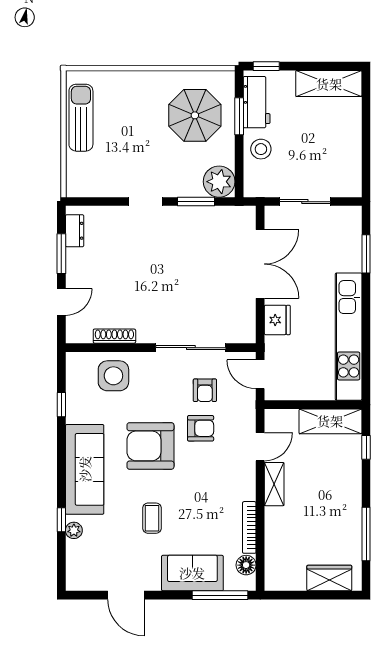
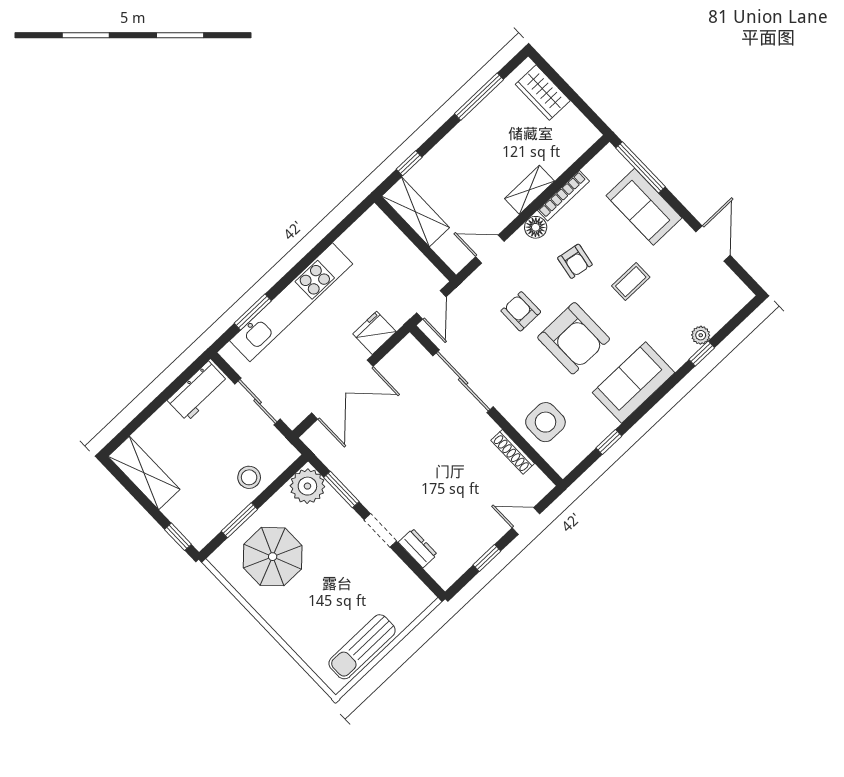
workbench: (257, 102) -> (198, 391), moved, turned 180
dresser: (75, 231) -> (418, 548), moved, turned 90
window: (61, 254) -> (487, 558), width x0.67
double door: (260, 264) -> (342, 390), swing flipped
kitchen unit: (349, 337) -> (291, 302), moved
armchair: (205, 390) -> (575, 261), moved, turned 100
sofa: (85, 469) -> (634, 383), width x0.73
shelving: (274, 484) -> (529, 190), moved
floor lamp: (246, 565) -> (536, 227), moved

